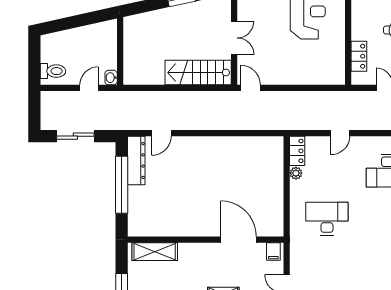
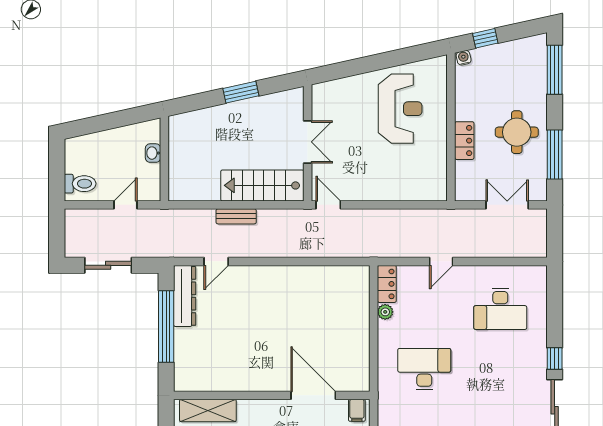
locker: (359, 56) -> (464, 141), moved
washbasin: (111, 78) -> (153, 153), moved
bench: (177, 97) -> (236, 216), added

